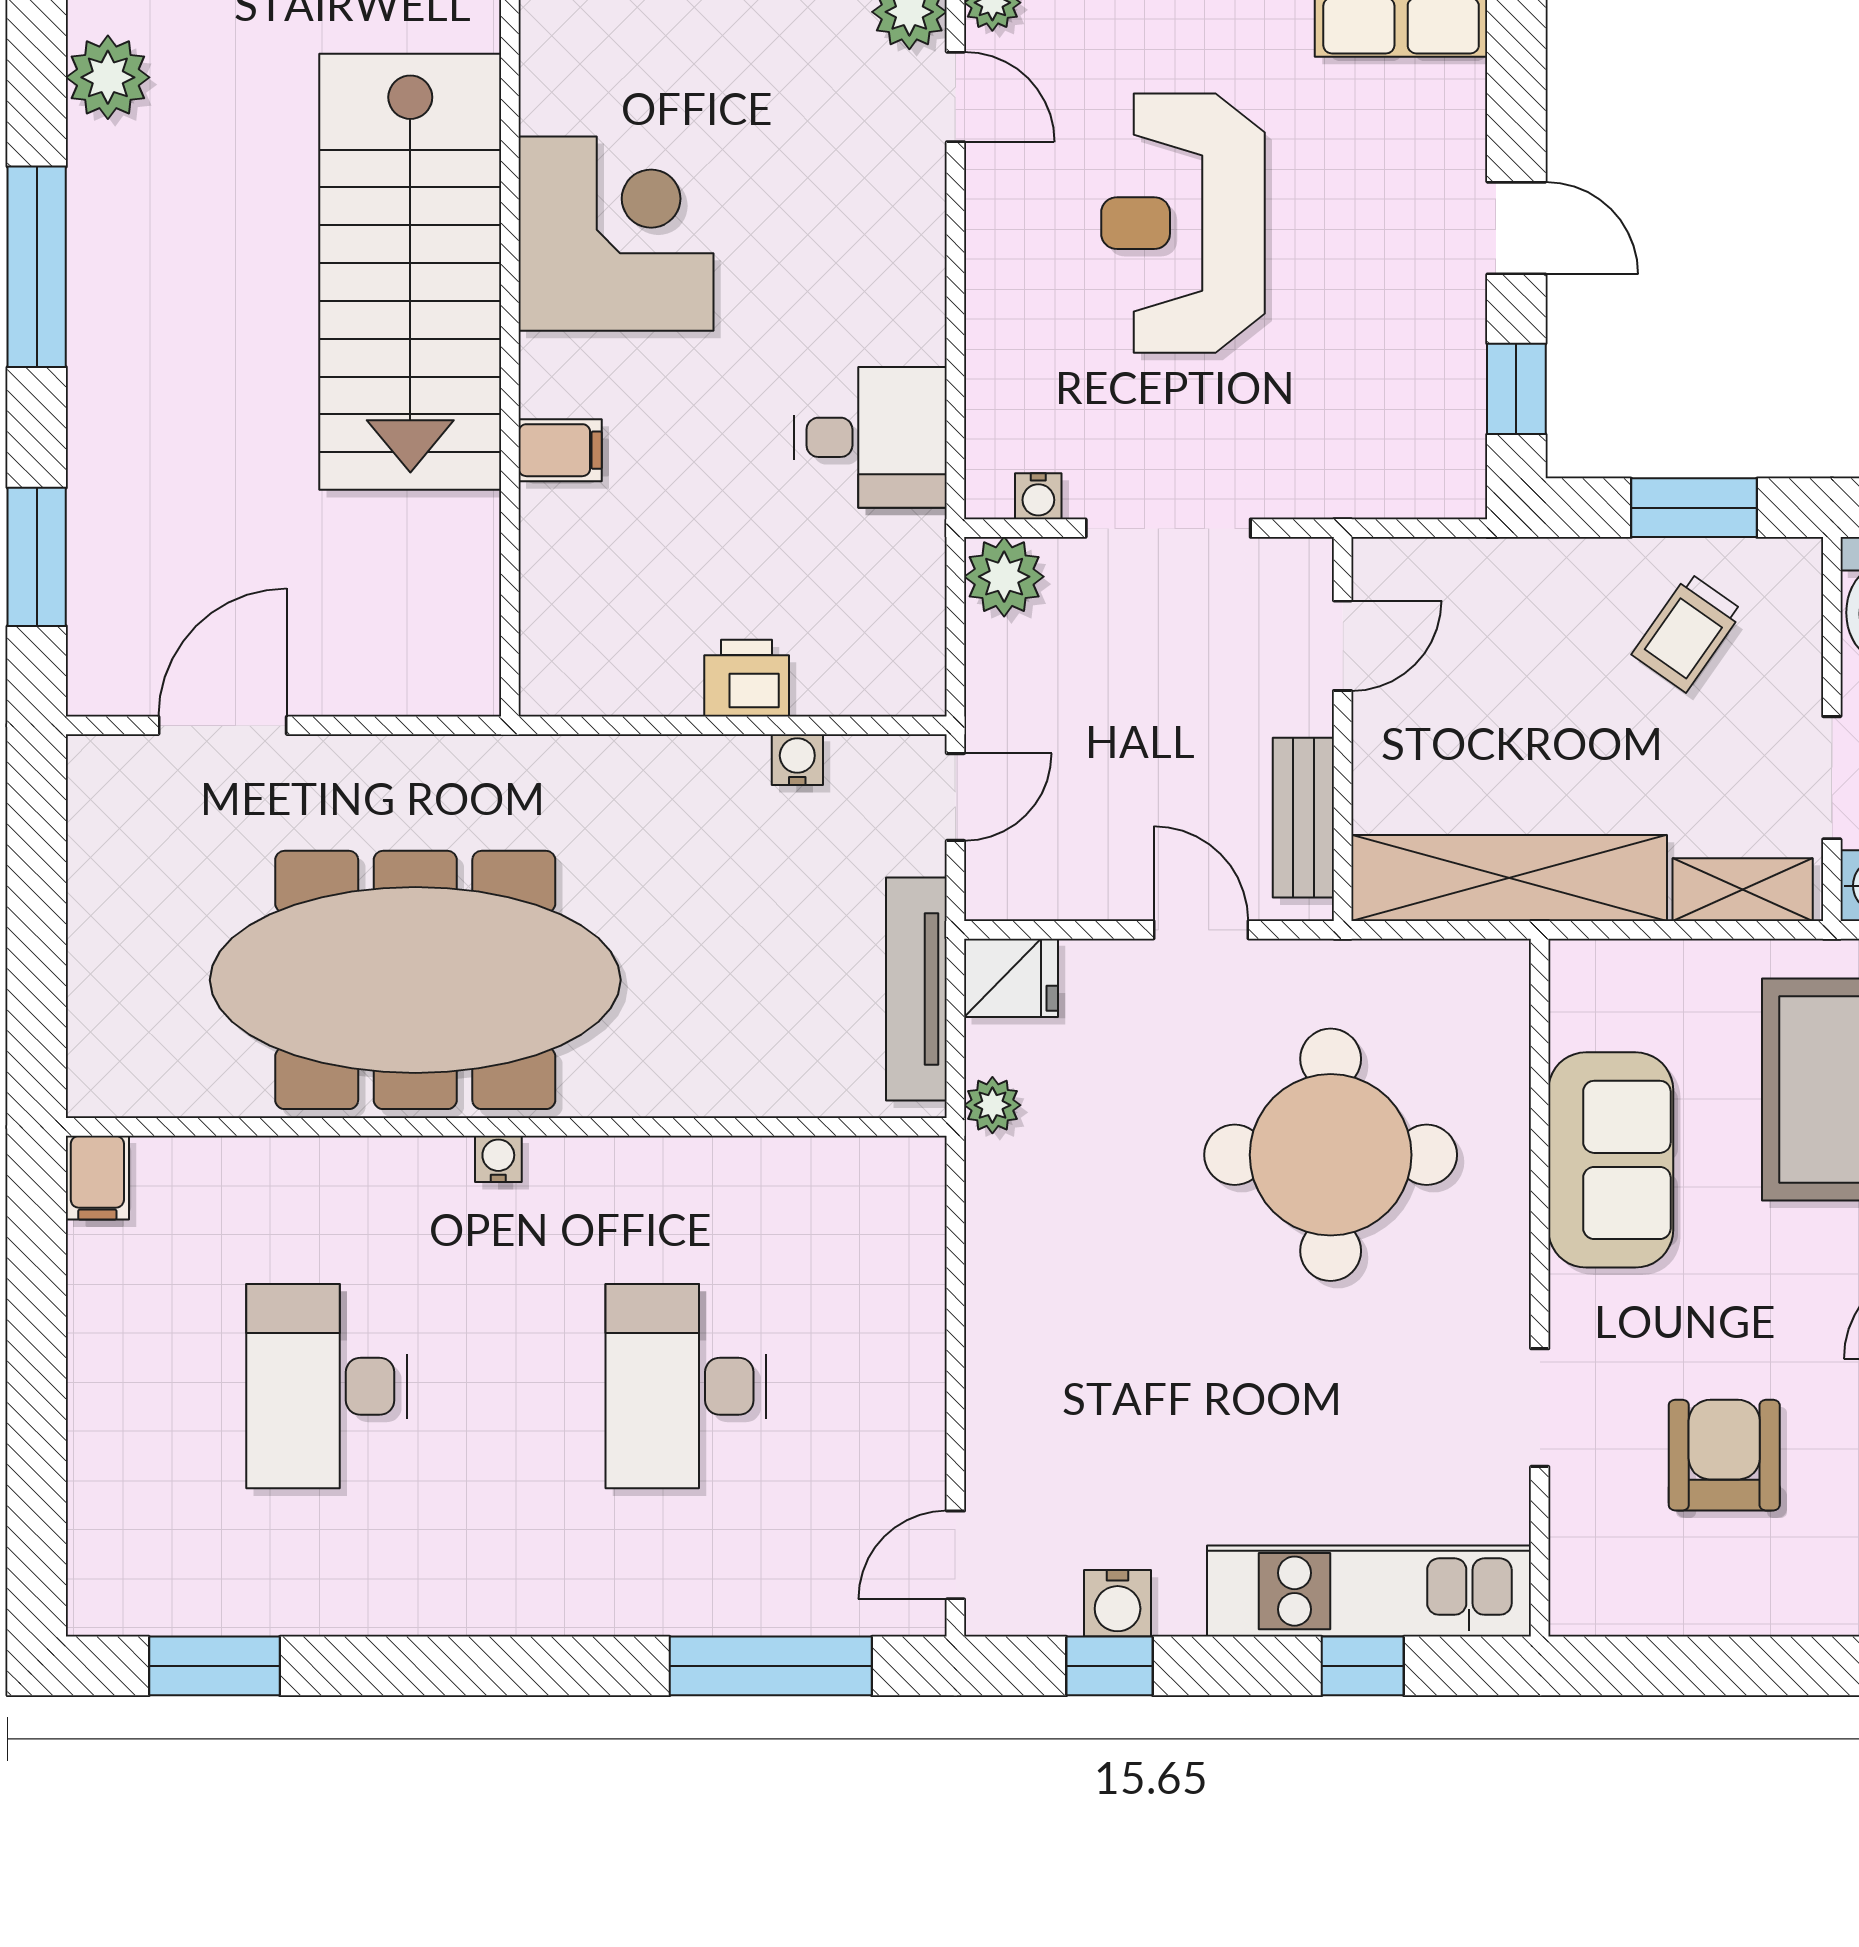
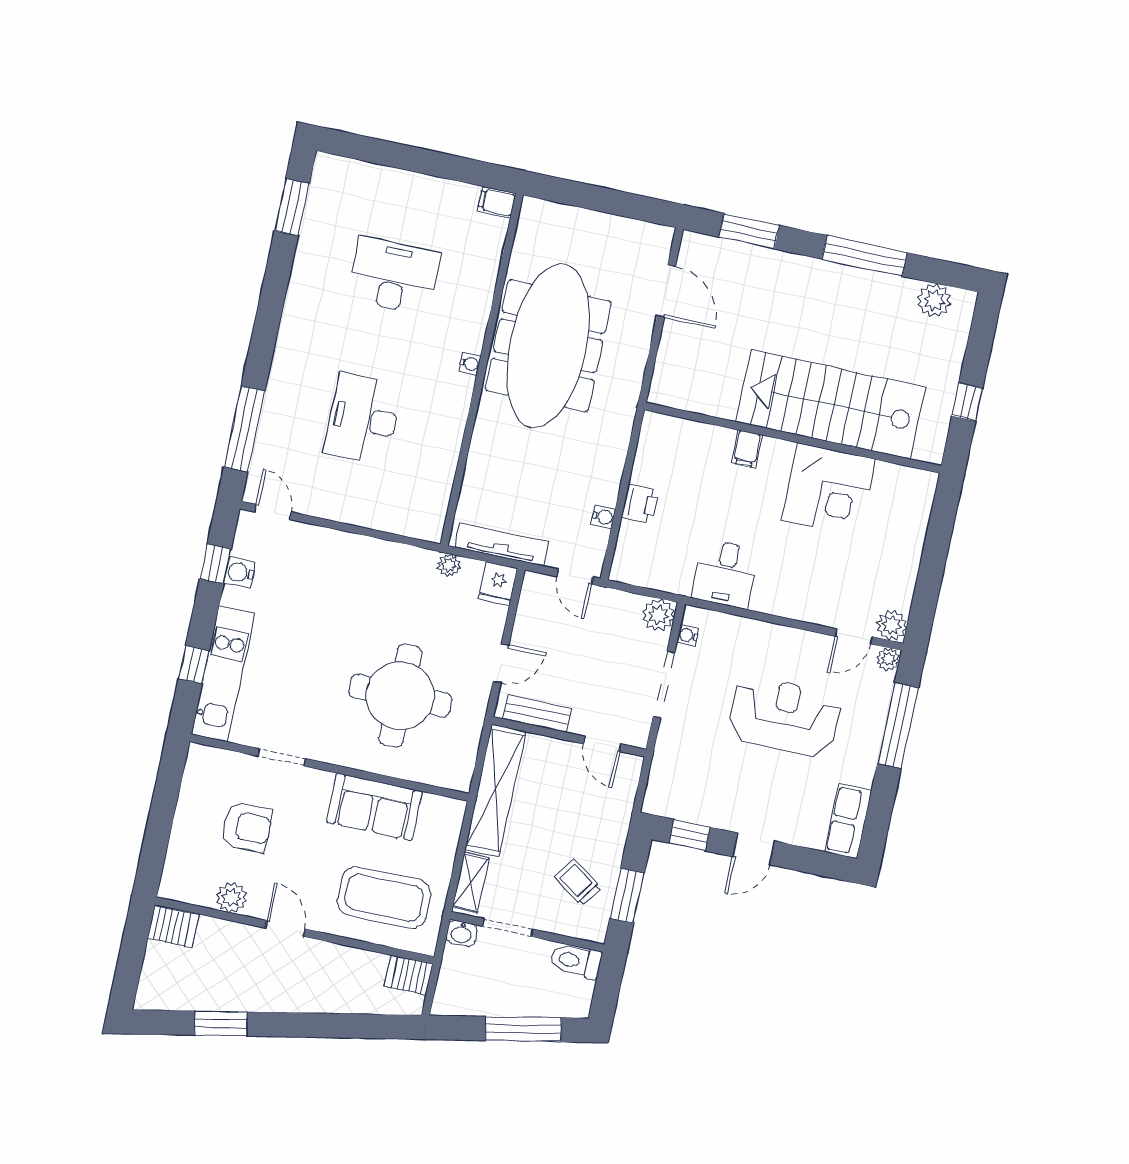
desk: (686, 1386) -> (363, 419), turned -90

